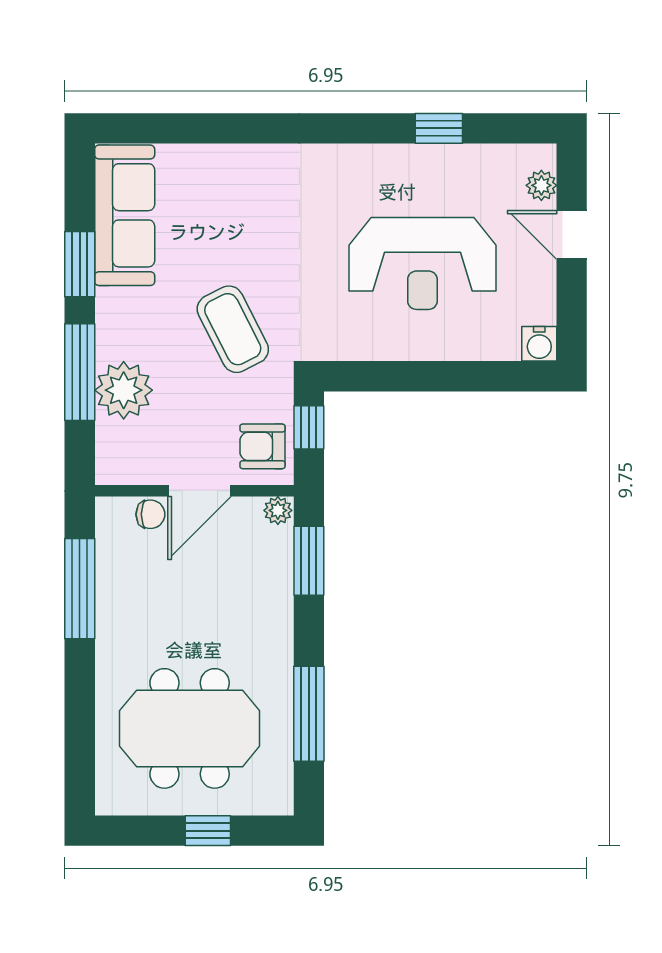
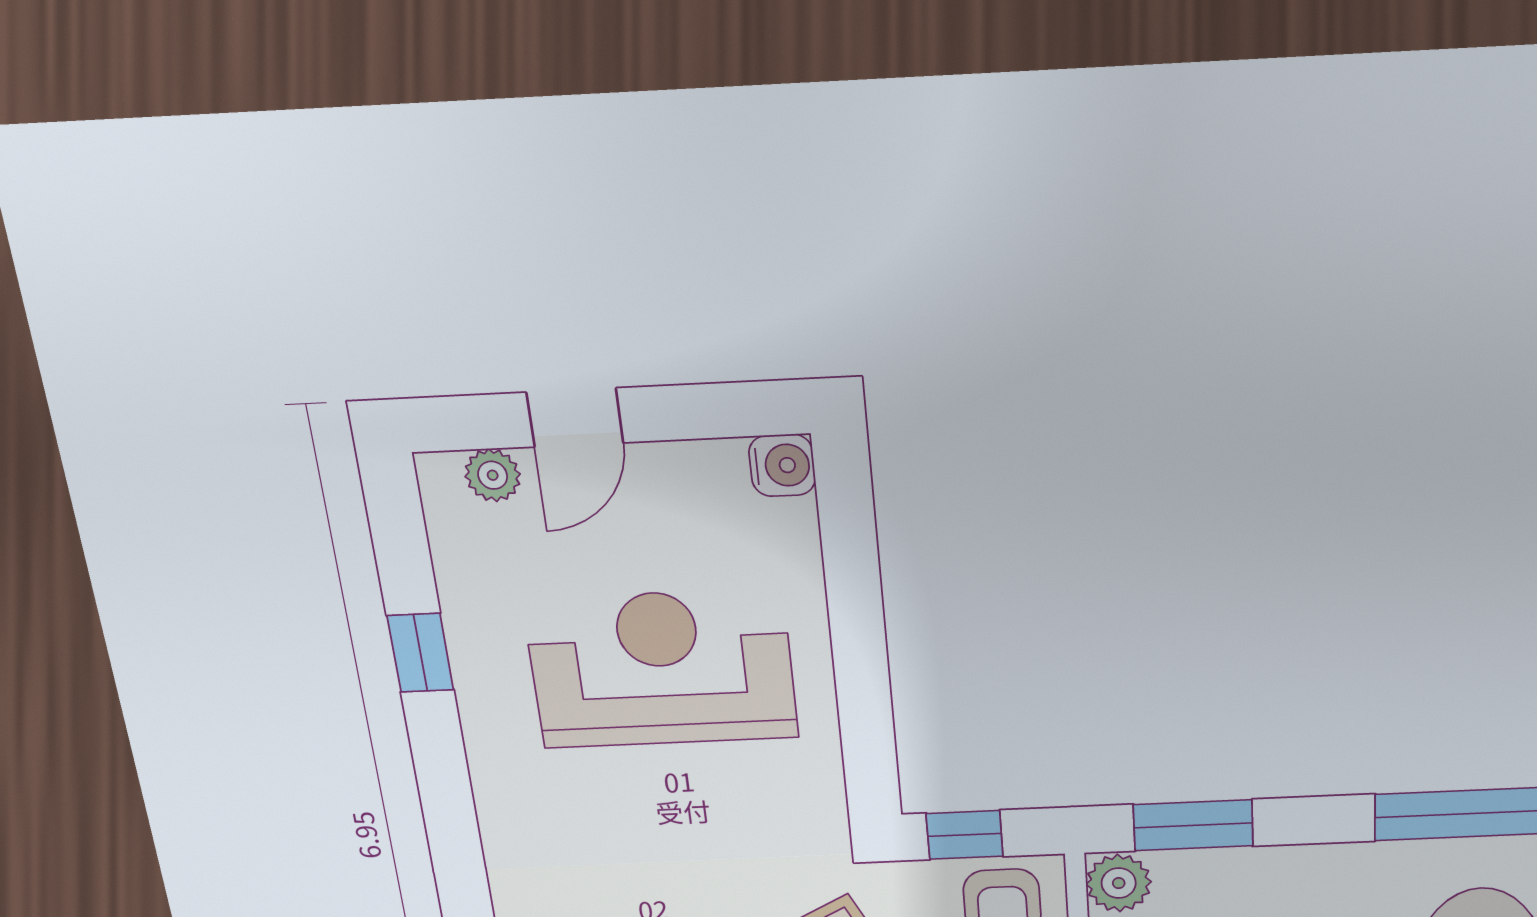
reception desk: (422, 263) -> (662, 669), turned -90
plant: (278, 510) -> (1119, 883), width x1.38, depth x1.38

